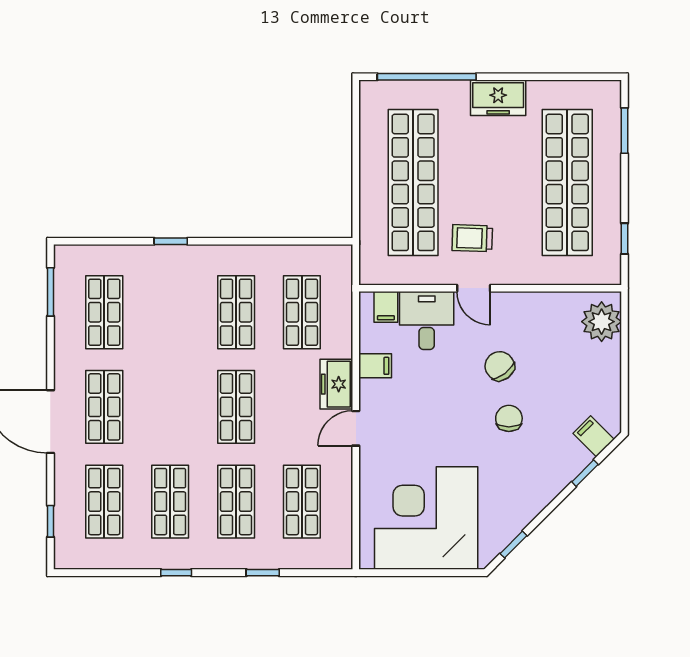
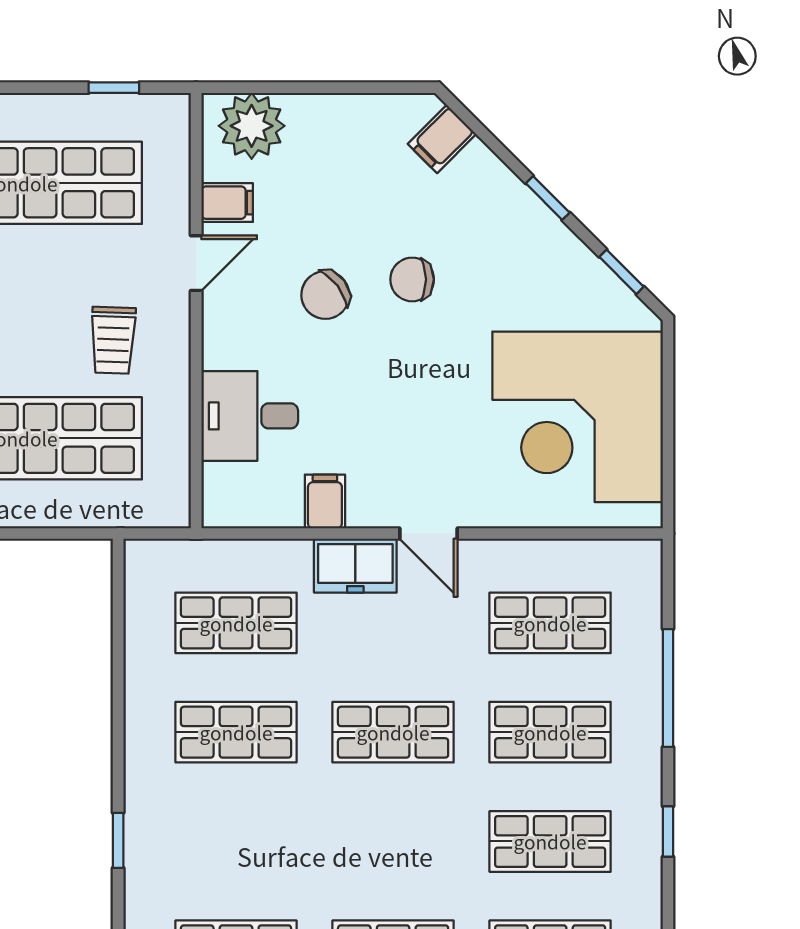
door: (474, 288) -> (196, 263), moved
filing cabinet: (386, 307) -> (227, 203), moved
window: (585, 473) -> (548, 198), moved
window: (263, 573) -> (668, 688), width x2.17

